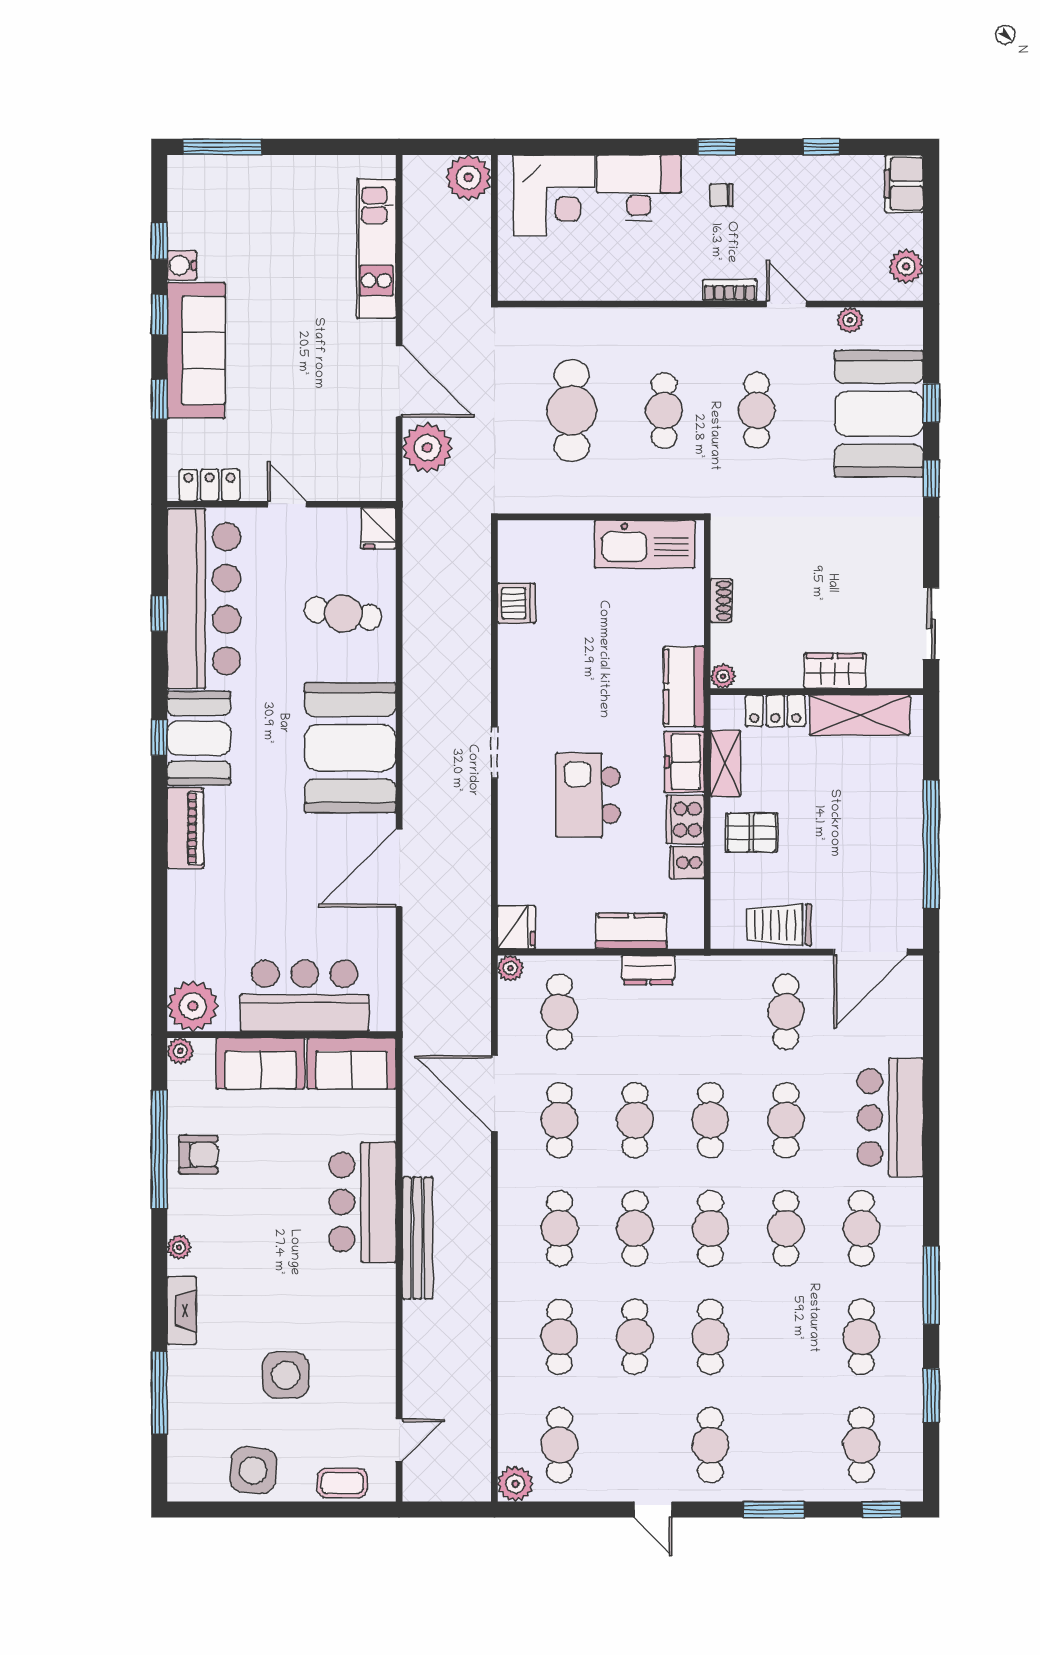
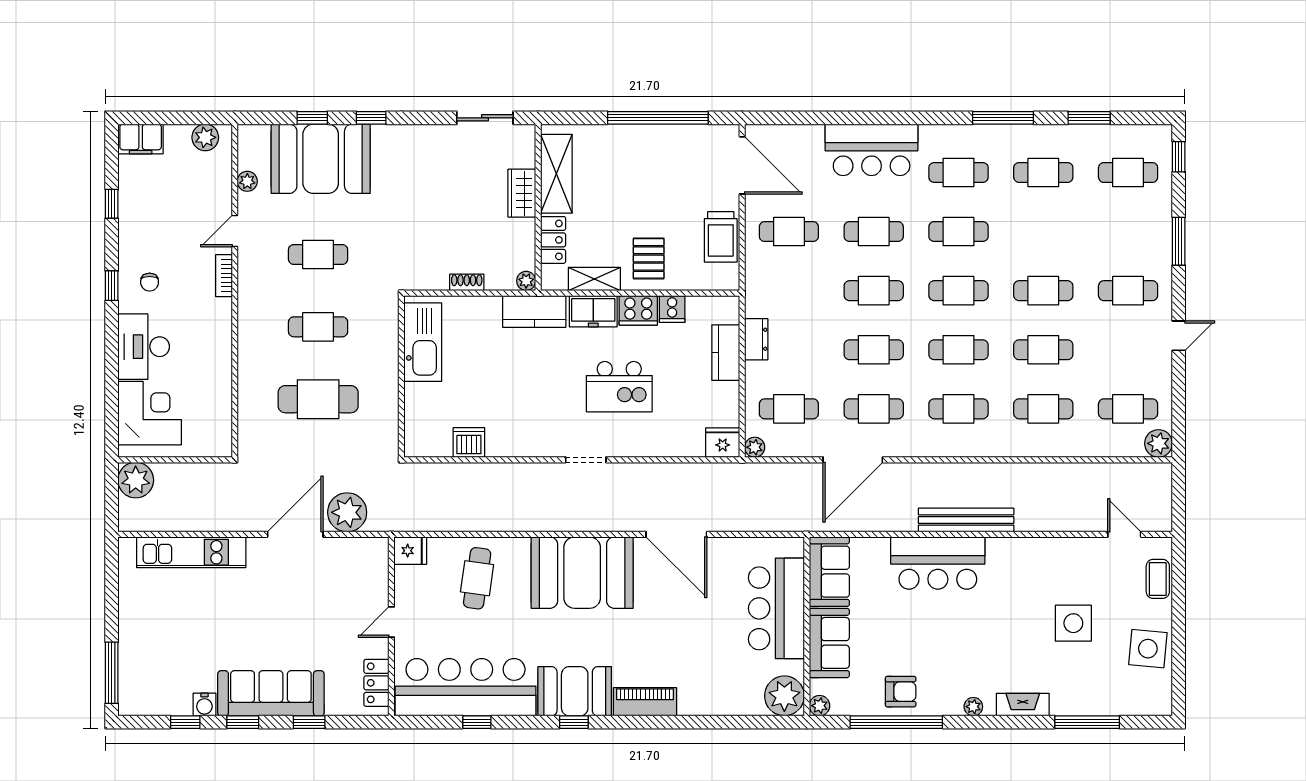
armchair: (198, 1155) -> (901, 692), turned 90

